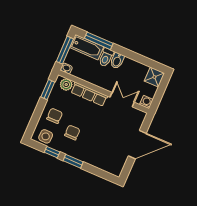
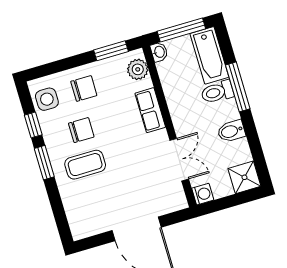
window: (99, 41) -> (238, 87), moved
bidet: (117, 61) -> (231, 131), moved
row of seats: (89, 94) -> (150, 110), width x0.68
coffee table: (89, 144) -> (85, 165), added

